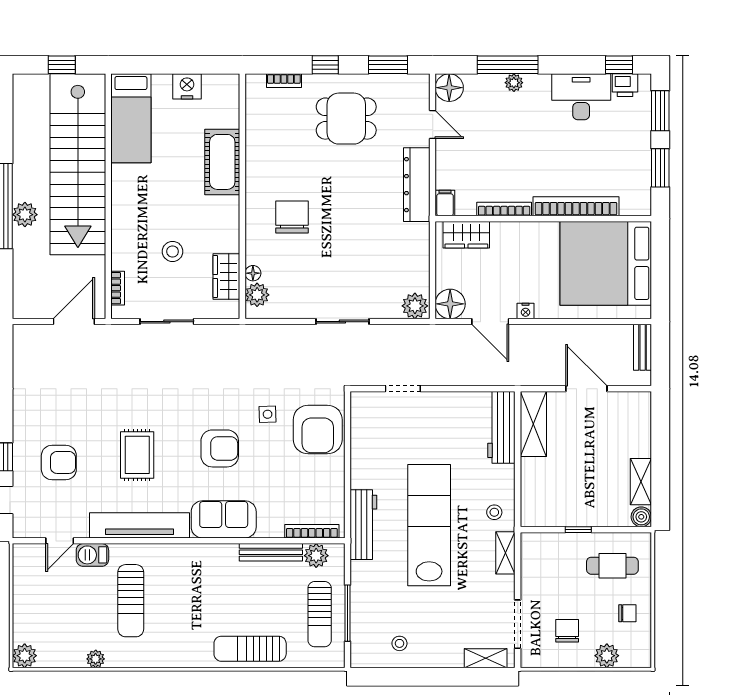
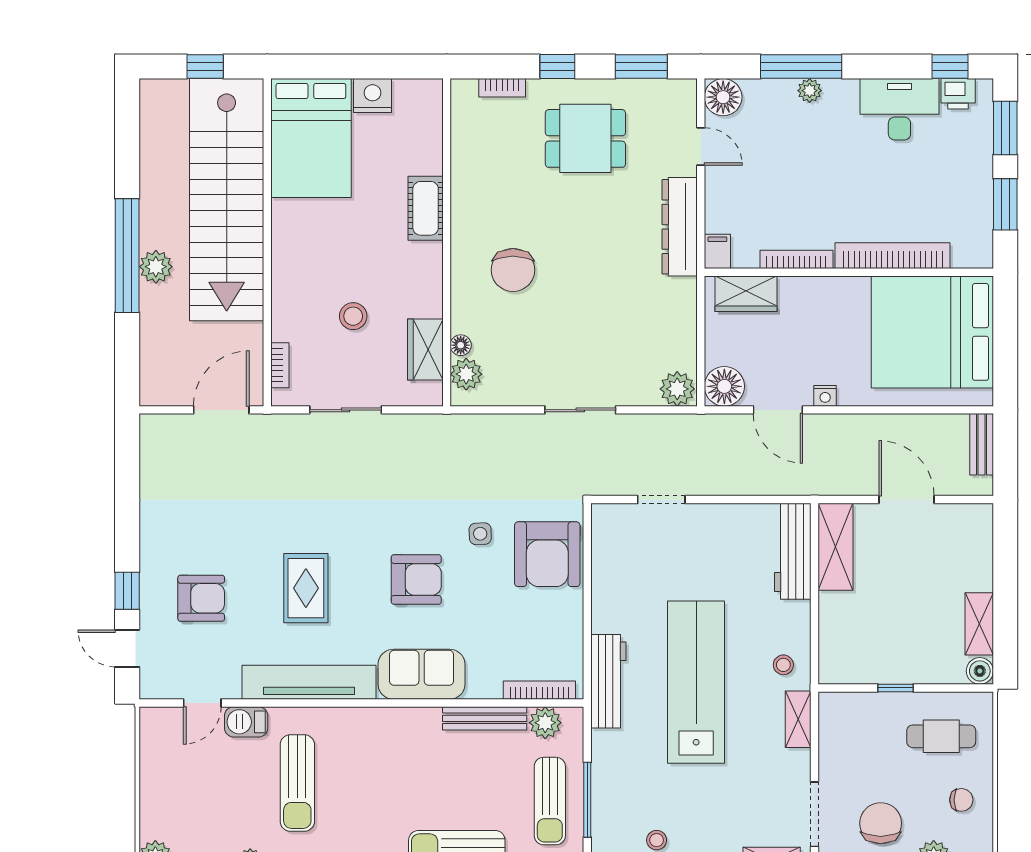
bed: (131, 118) -> (311, 138), width x1.50
cot: (222, 162) -> (426, 208), width x0.73, depth x0.75
chair: (292, 217) -> (513, 270), turned 180
chair: (567, 631) -> (881, 823), width x1.37, depth x1.37

